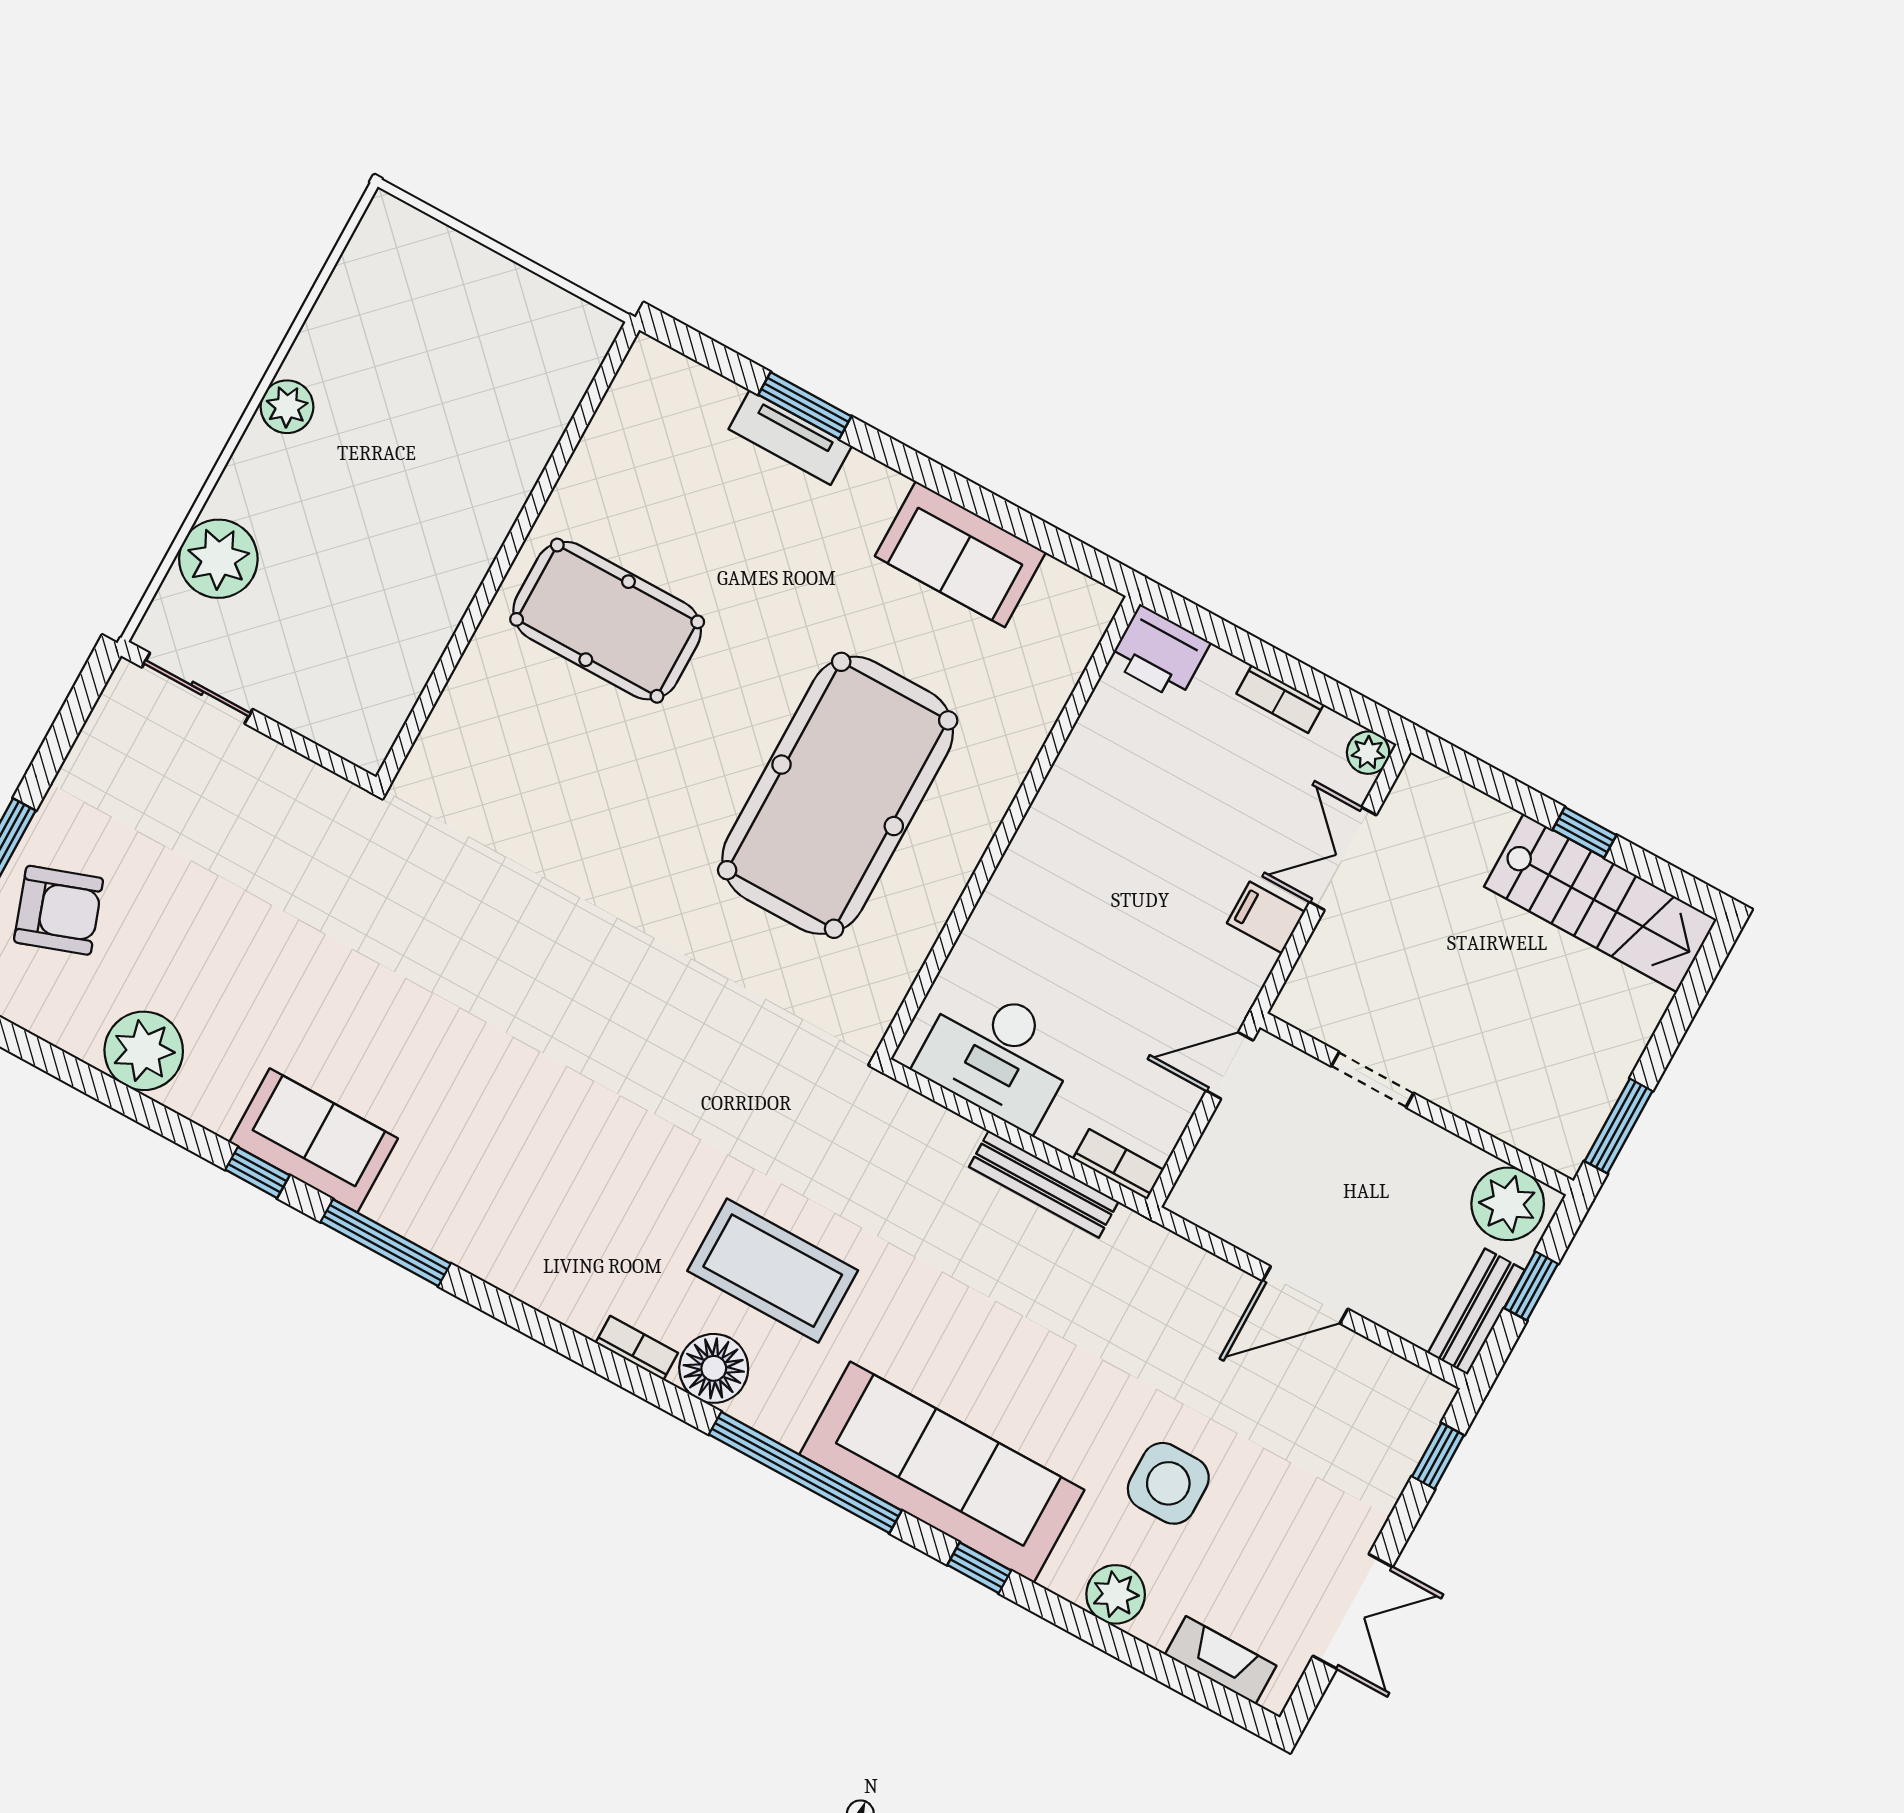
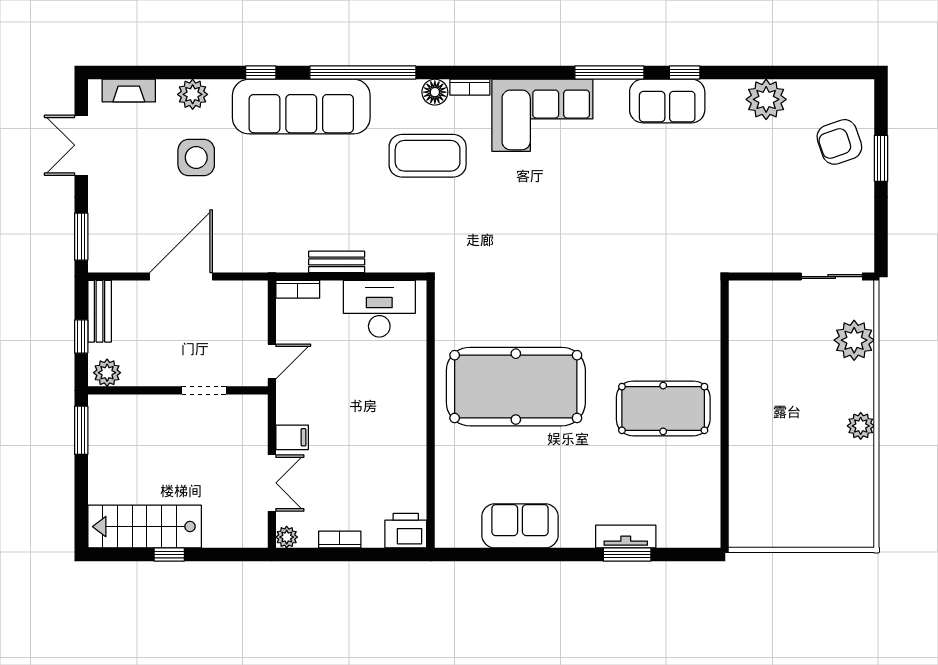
pool table: (838, 795) -> (516, 387), turned 90
bench: (1044, 1184) -> (337, 262), width x0.73
plant: (1508, 1204) -> (107, 373), width x0.73, depth x0.73
corner sofa: (539, 1232) -> (542, 115), added
door: (1305, 1295) -> (181, 277), width x1.36
floor lamp: (714, 1368) -> (435, 92), width x0.73, depth x0.73
window: (1438, 1456) -> (81, 237), width x1.50

